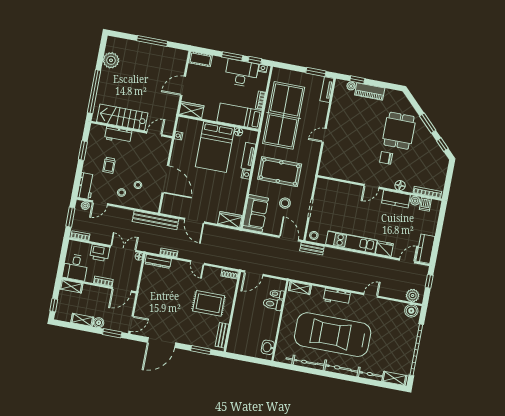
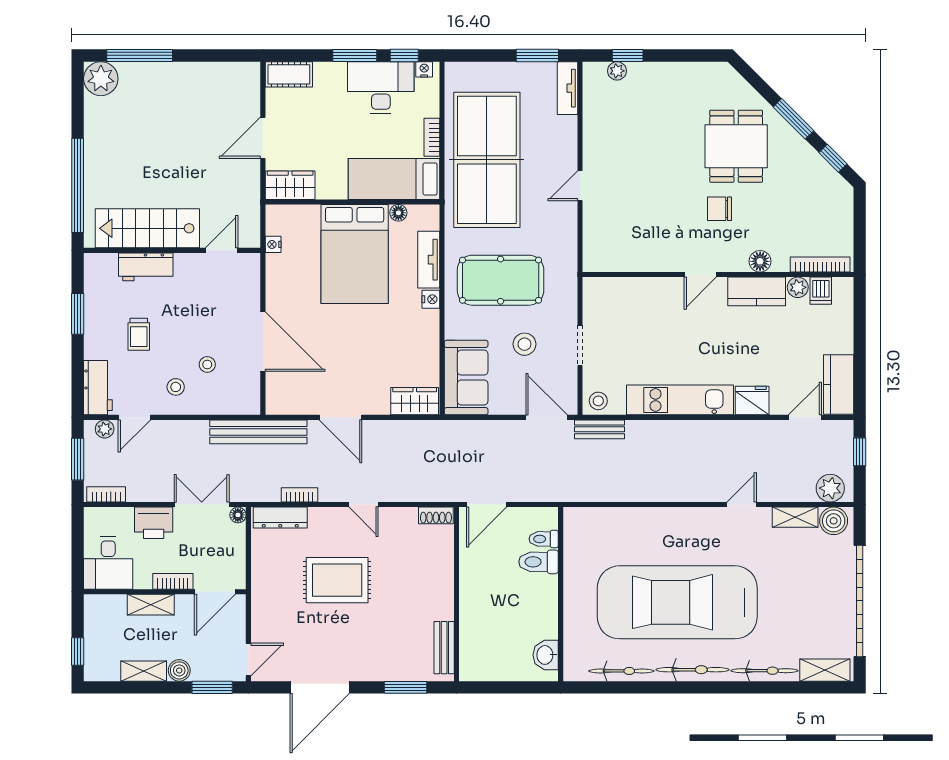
window: (152, 41) -> (140, 55), moved
plant: (111, 60) -> (101, 79), moved
piano: (370, 91) -> (659, 75), removed
shelving: (71, 286) -> (151, 605), moved
shelving: (300, 288) -> (795, 517), moved
workbench: (337, 297) -> (671, 521), removed
rug: (209, 303) -> (337, 580), moved

